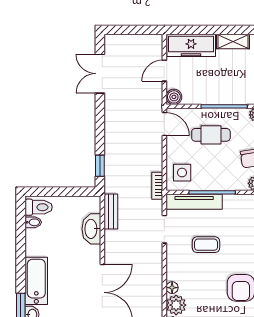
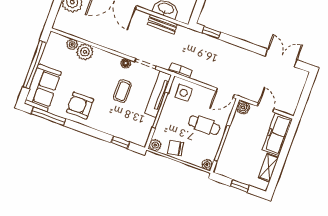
cafe table: (211, 135) -> (204, 125), turned 90
bench: (111, 211) -> (162, 24), moved
floor lamp: (172, 288) -> (126, 63), moved

